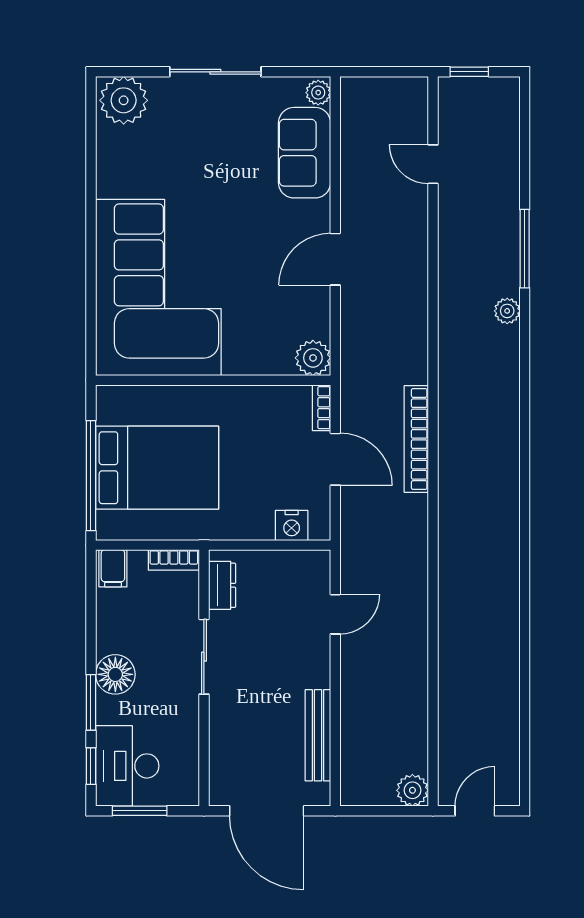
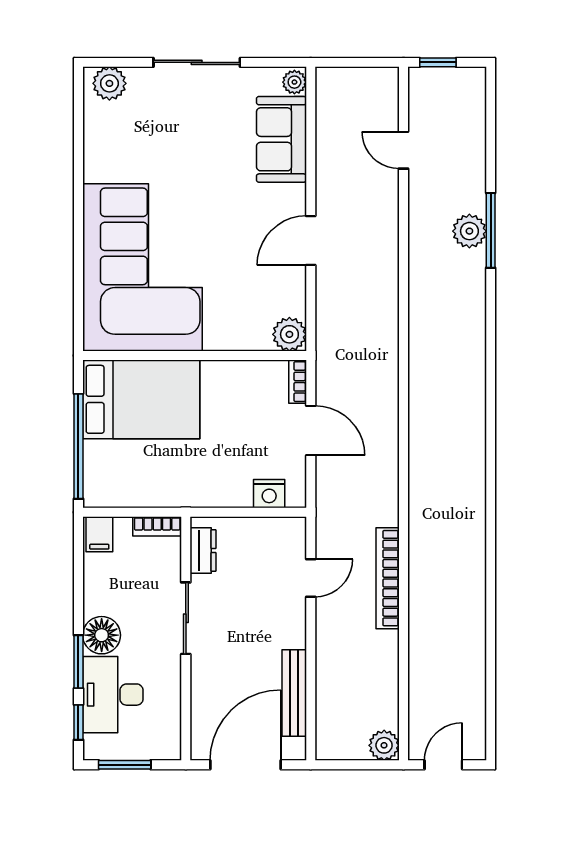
plant: (124, 100) -> (109, 83), width x0.73, depth x0.73
plant: (507, 311) -> (469, 231), moved, width x1.38, depth x1.38
bookcase: (416, 439) -> (388, 578), moved
bed: (157, 468) -> (141, 399), moved
desk: (127, 766) -> (113, 695), moved
door: (267, 811) -> (245, 765), swing flipped

